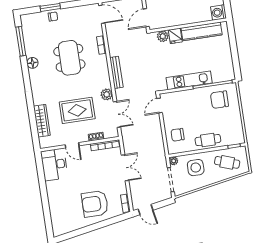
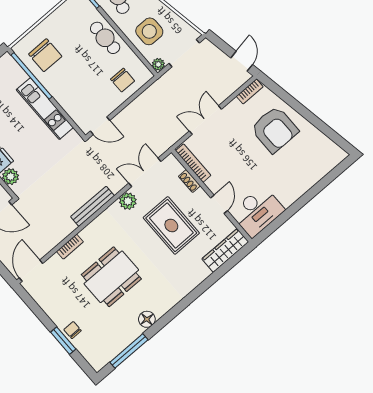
wardrobe: (42, 121) -> (225, 250), moved

